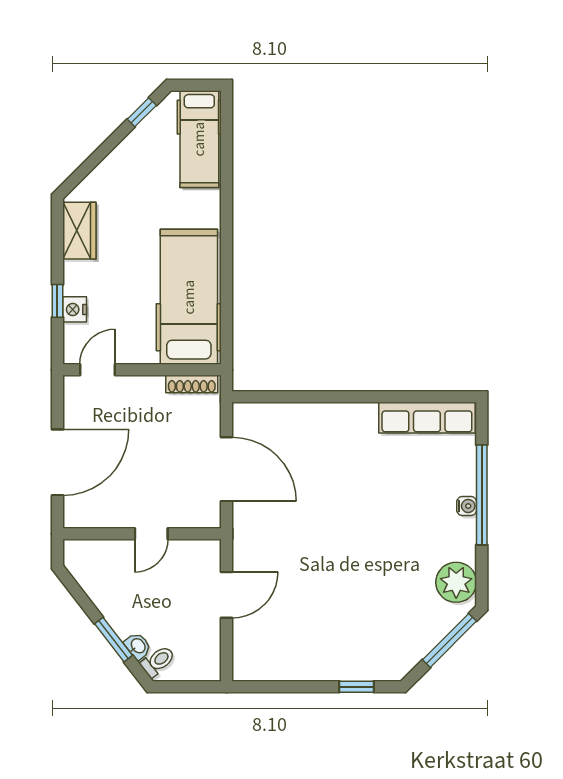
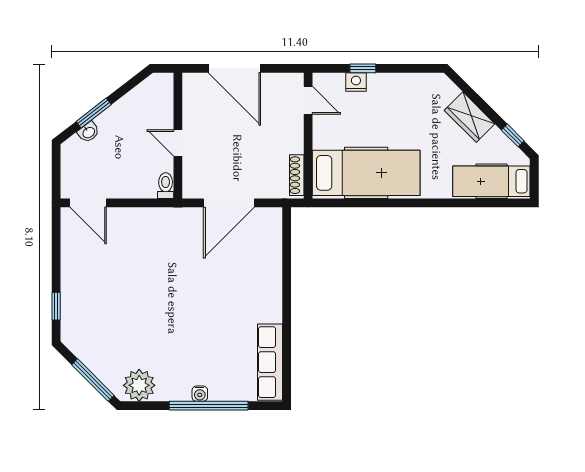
wardrobe: (79, 231) -> (470, 117), moved, turned 45
door: (227, 595) -> (88, 203), moved
toilet: (158, 661) -> (166, 186), moved, turned -142

